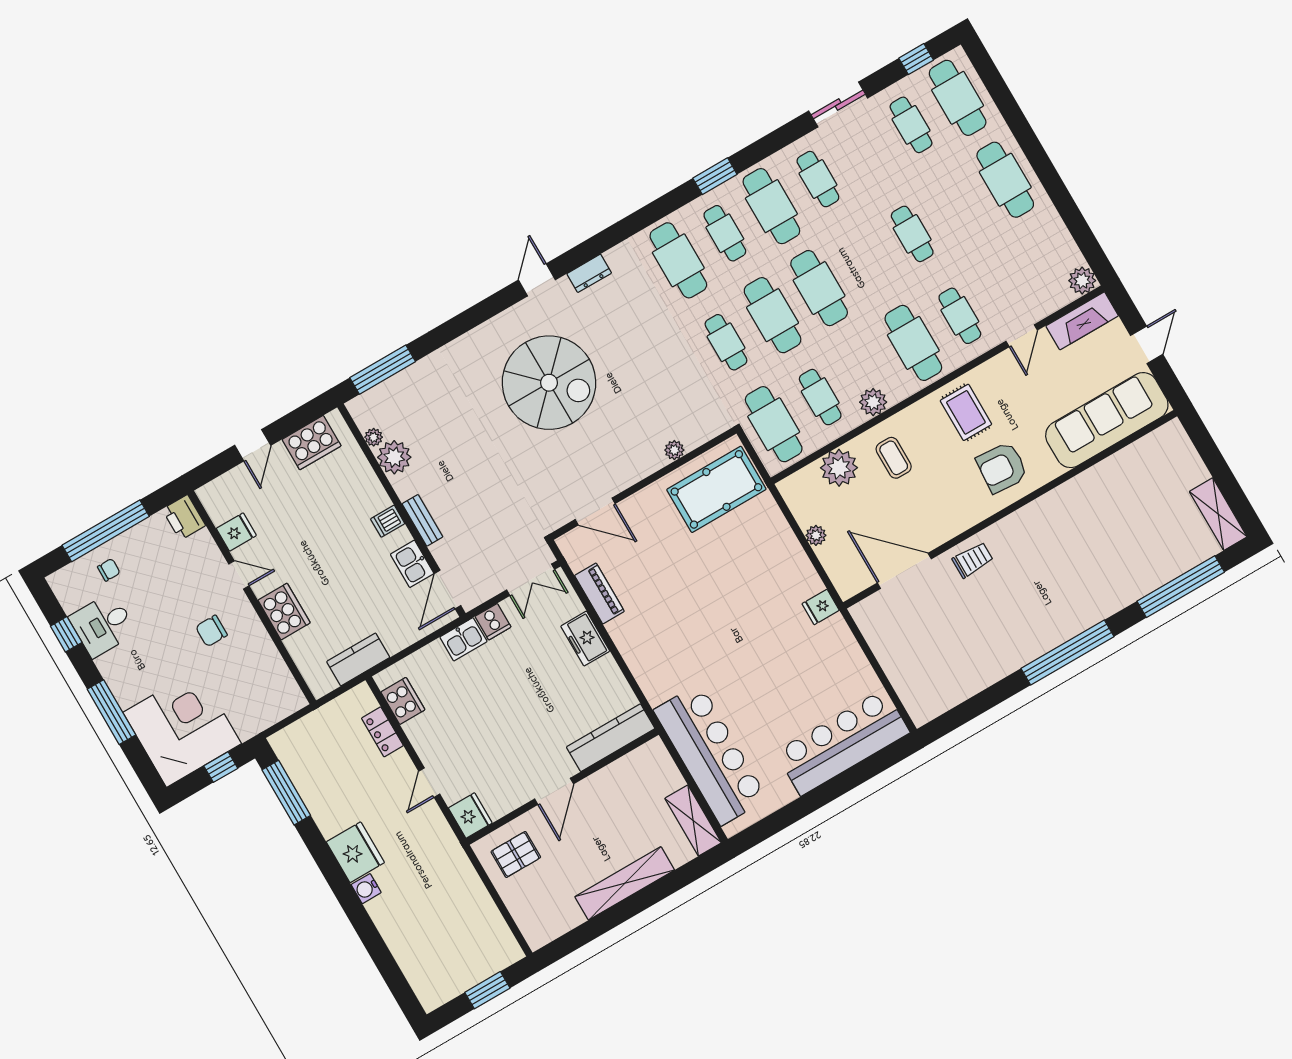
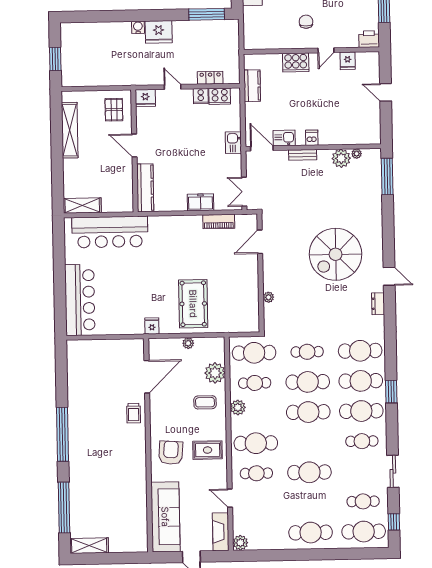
cafe table: (725, 233) -> (361, 381), width x1.37, depth x1.35
cafe table: (912, 234) -> (309, 472), width x1.37, depth x1.35
cooker: (312, 443) -> (371, 122), removed
pool table: (716, 489) -> (193, 304), moved
cooker: (493, 622) -> (201, 96), moved, turned -90
shelving: (625, 883) -> (70, 130), moved

